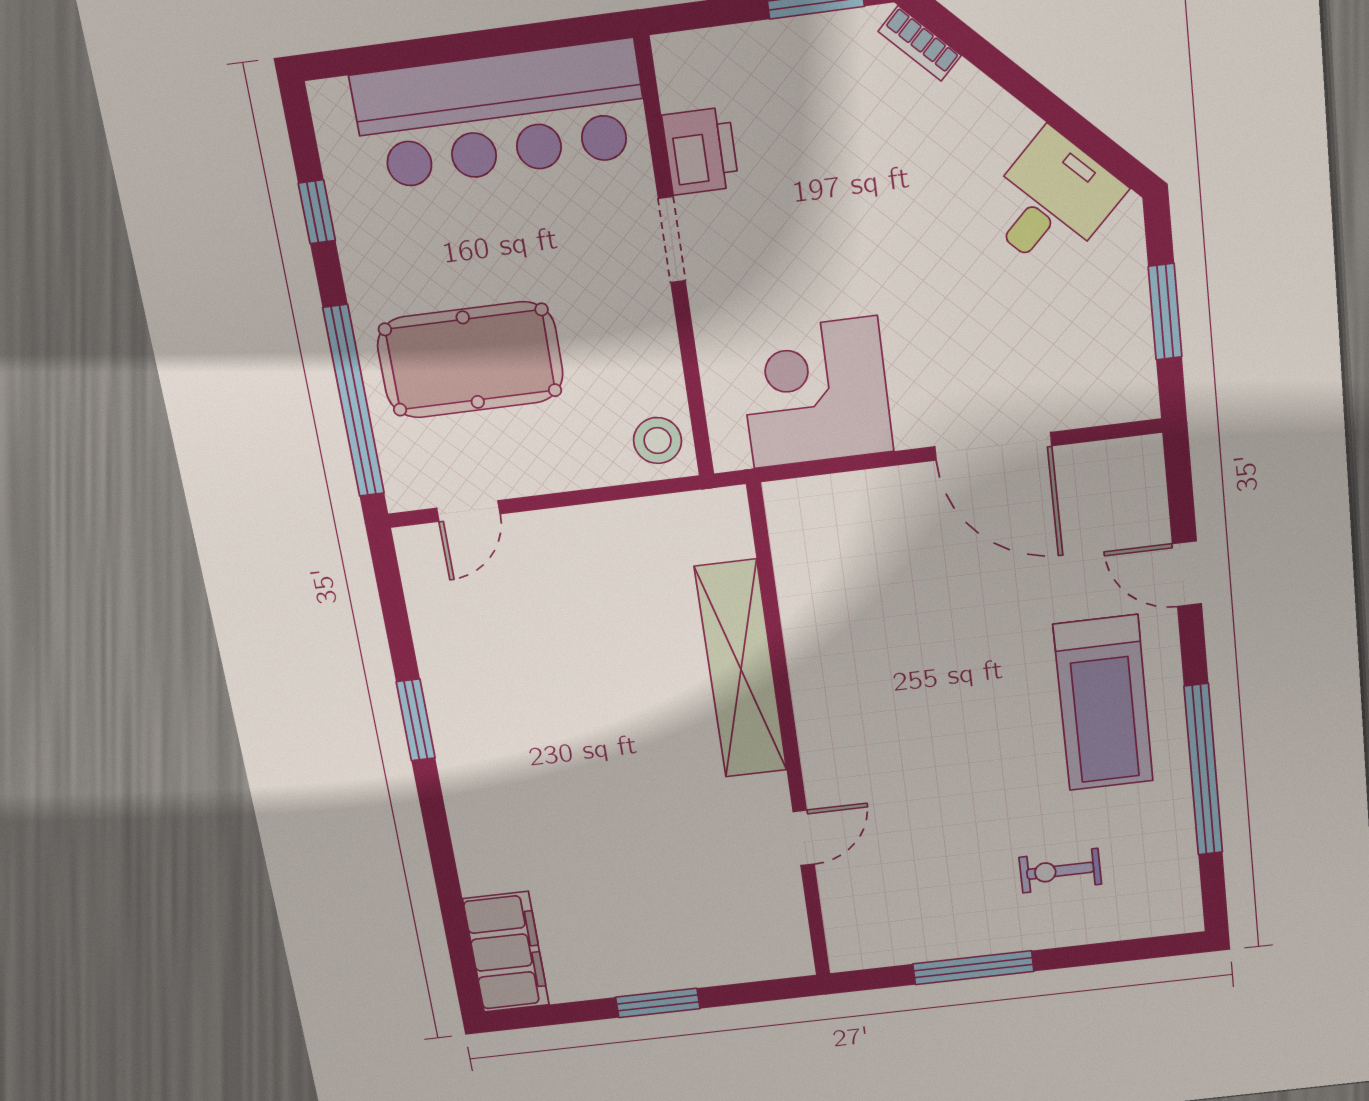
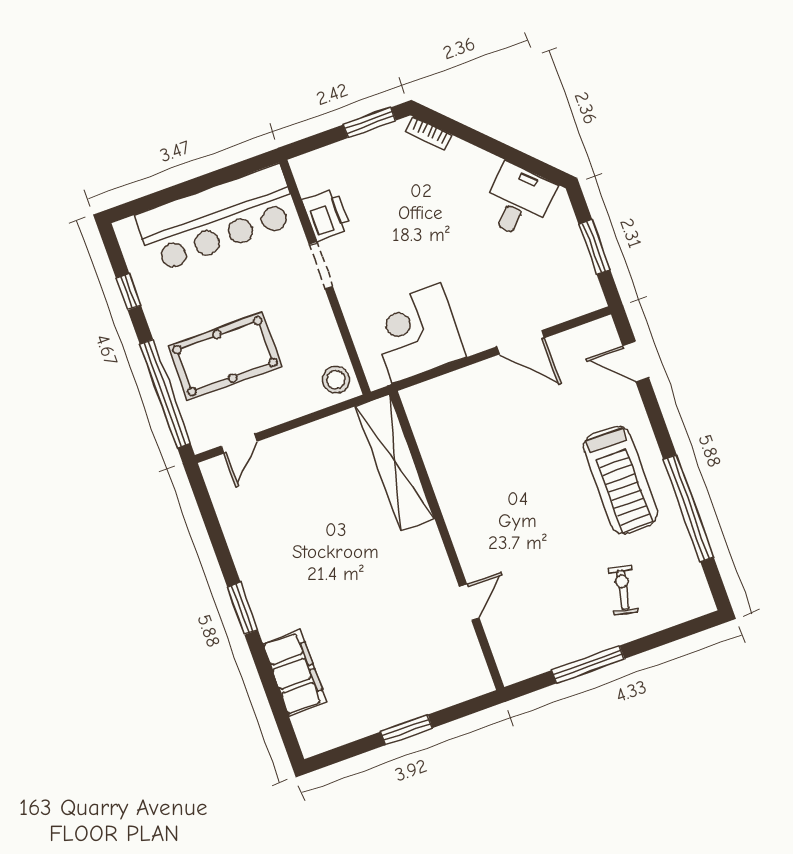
door: (993, 446) -> (521, 342), width x0.73
door: (1187, 574) -> (636, 362), moved
shelving: (741, 669) -> (395, 463), moved
window: (416, 720) -> (243, 608), moved
exercise bike: (1060, 871) -> (623, 590), turned 102
filing cabinet: (506, 952) -> (295, 673), moved

